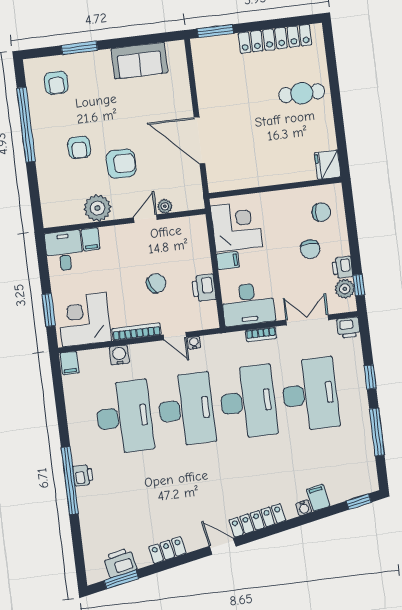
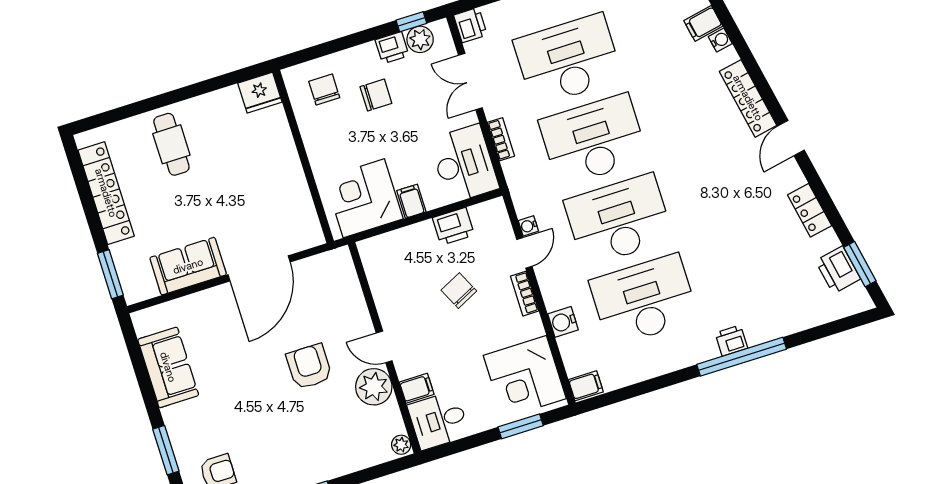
sofa: (211, 89) -> (188, 266), added
armchair: (79, 147) -> (298, 426), removed
plant: (165, 206) -> (401, 445), moved
door: (145, 219) -> (384, 347), moved
bookcase: (136, 332) -> (525, 294), width x0.64

